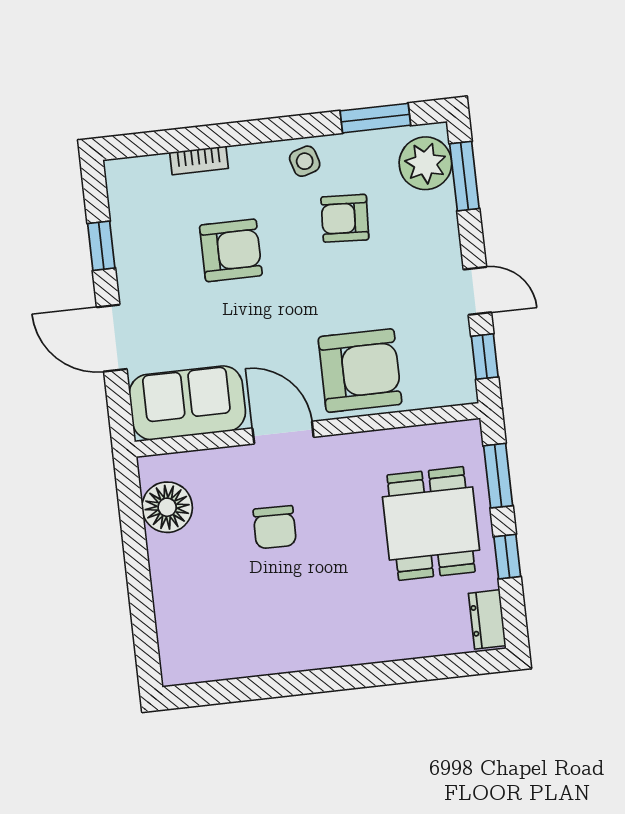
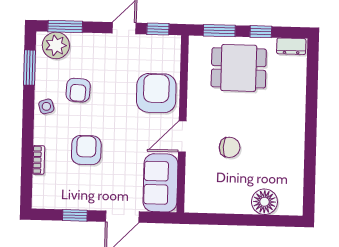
floor lamp: (167, 507) -> (264, 202), moved

